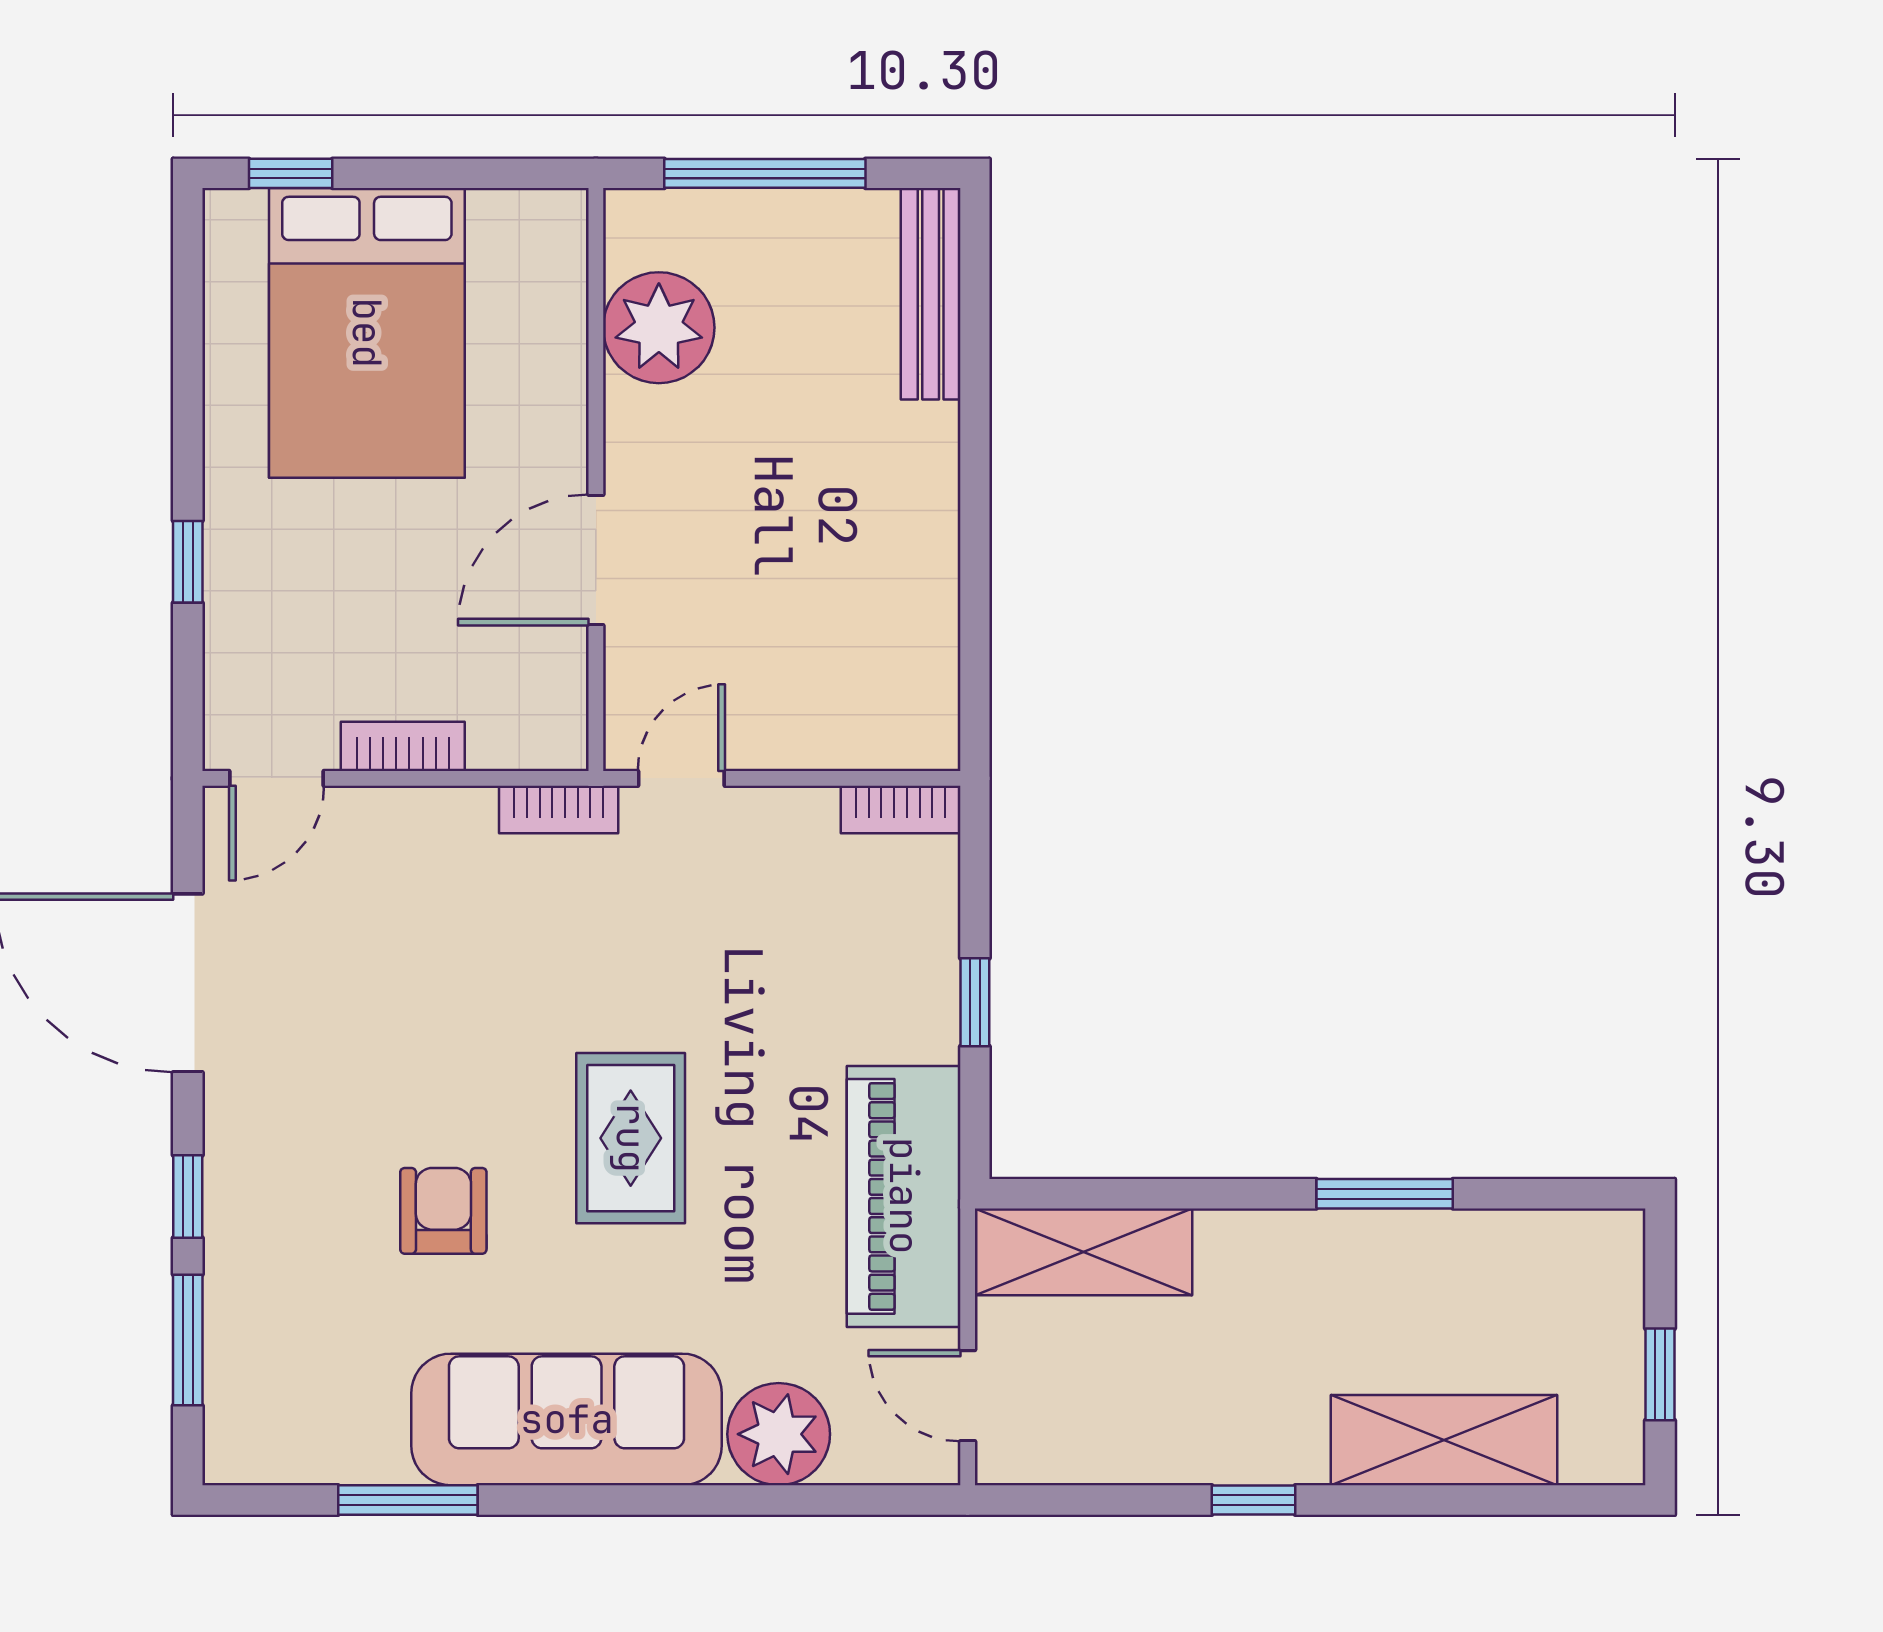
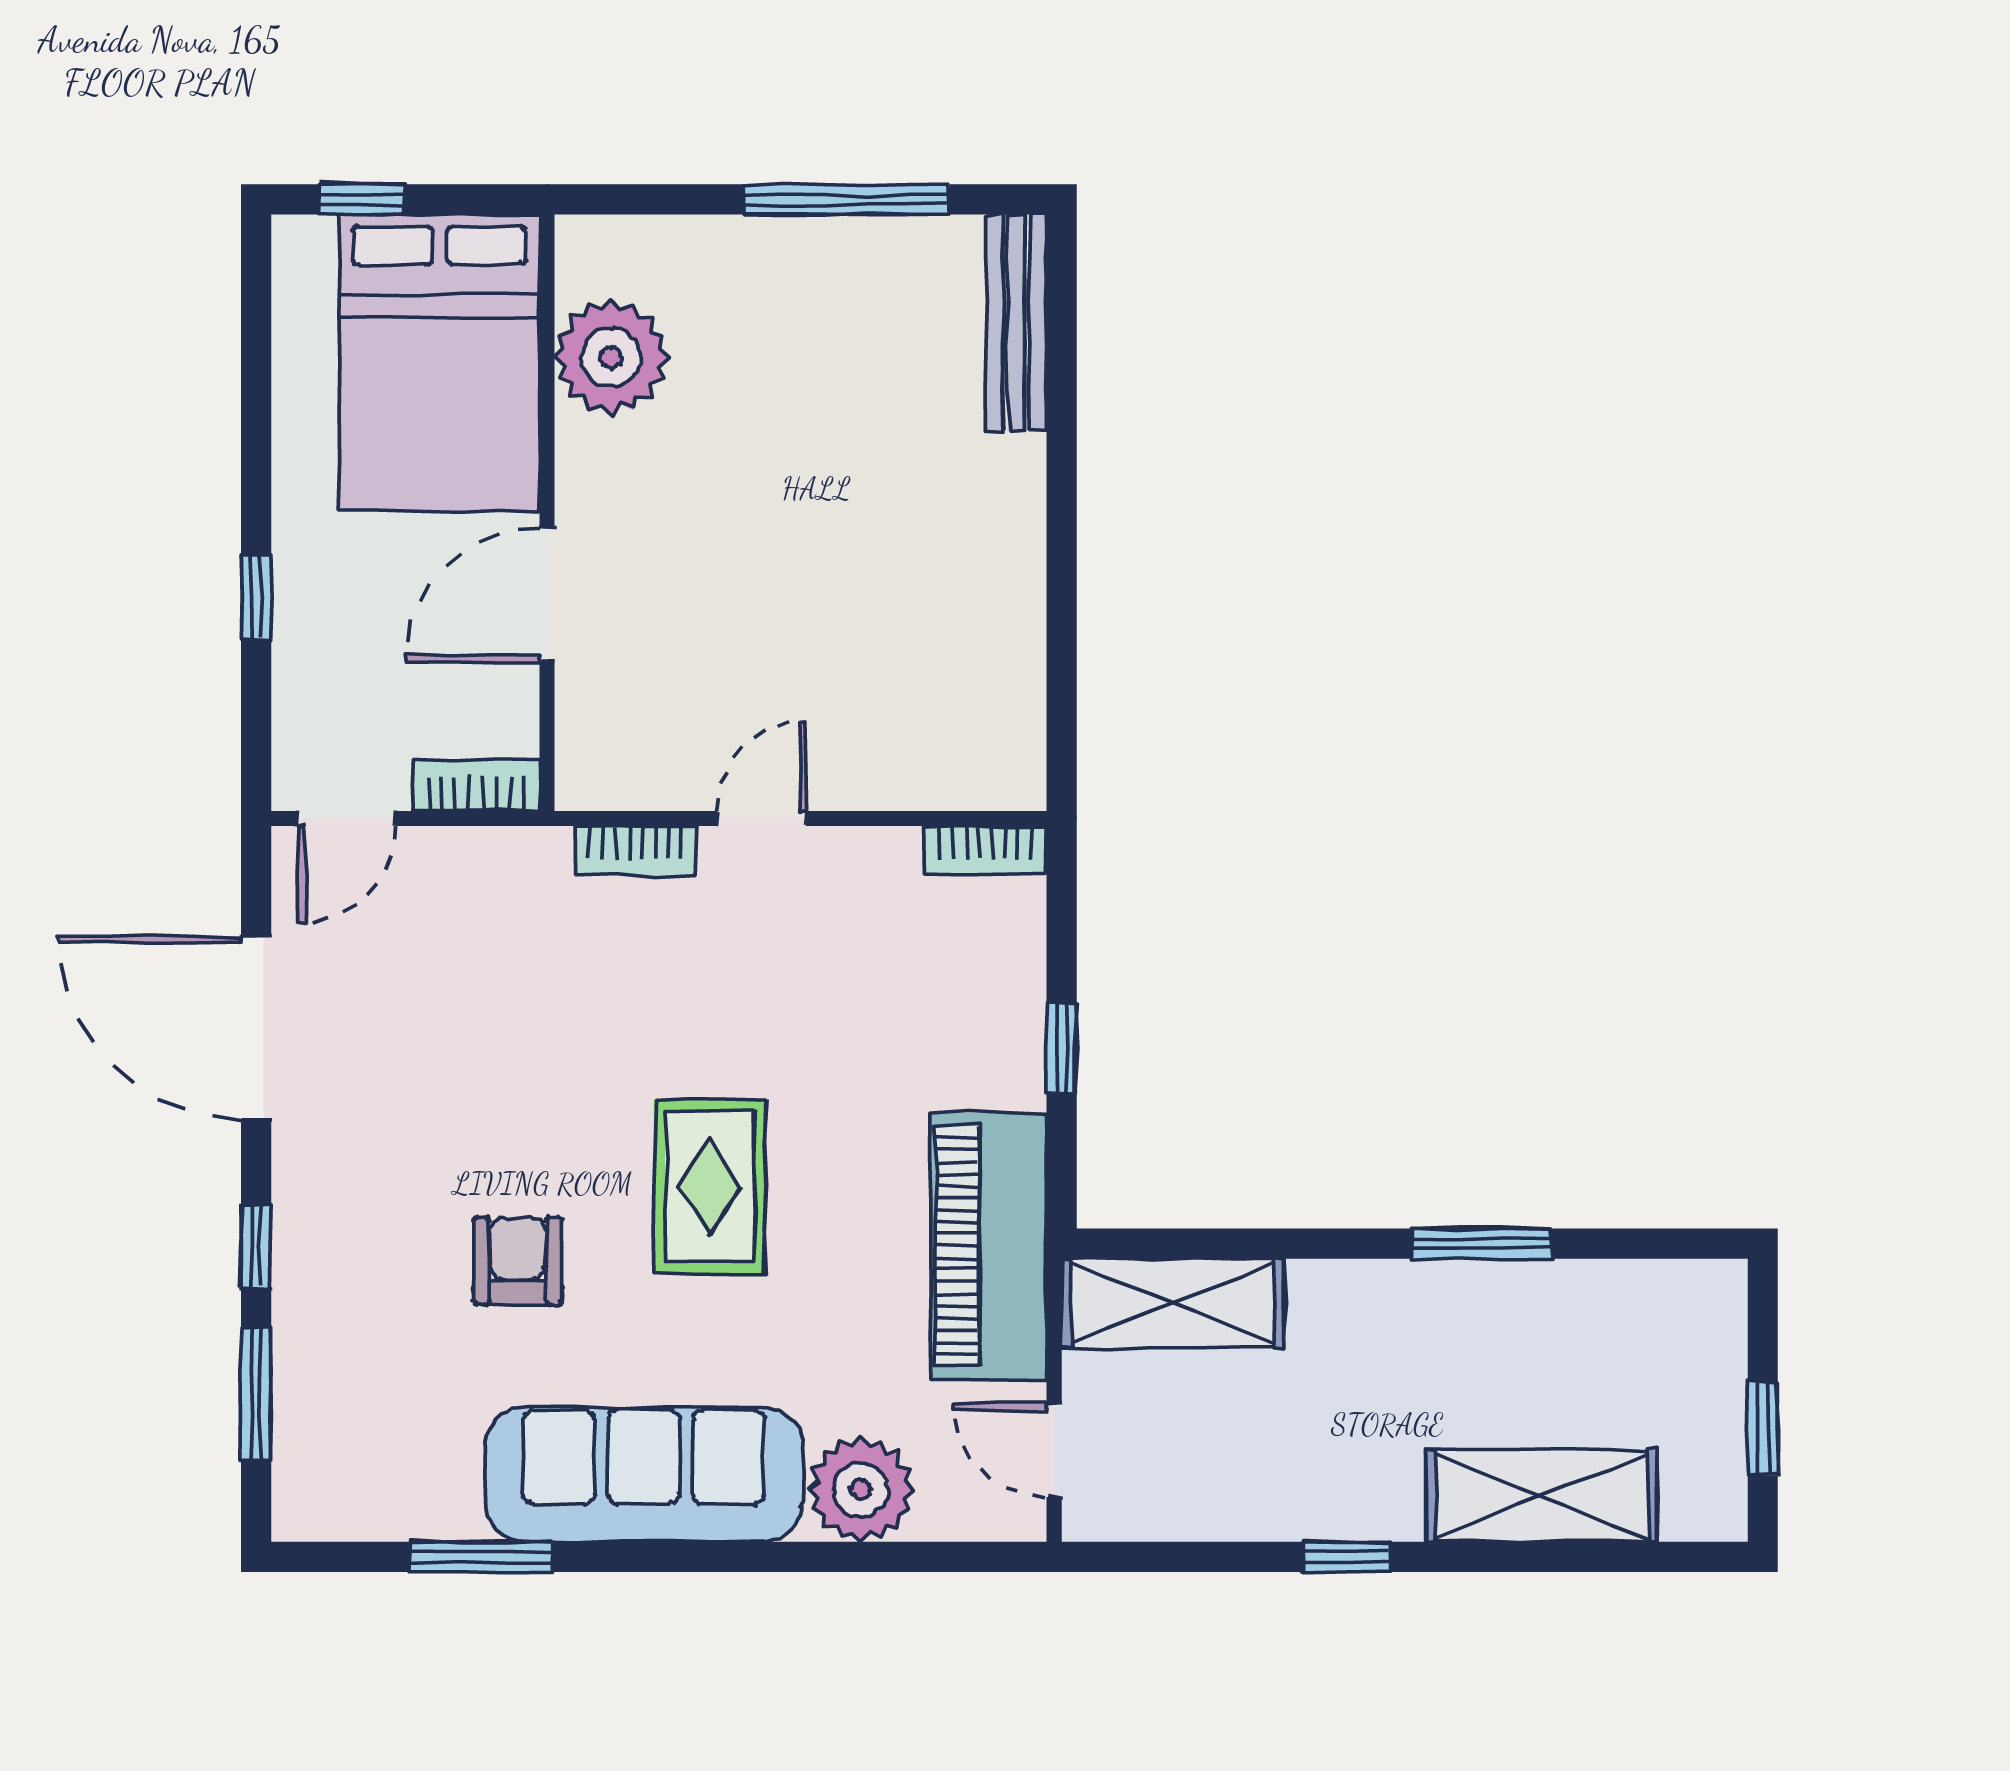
plant: (659, 328) -> (611, 357), moved
wall: (596, 480) -> (547, 513), moved
door: (596, 560) -> (547, 595), moved

